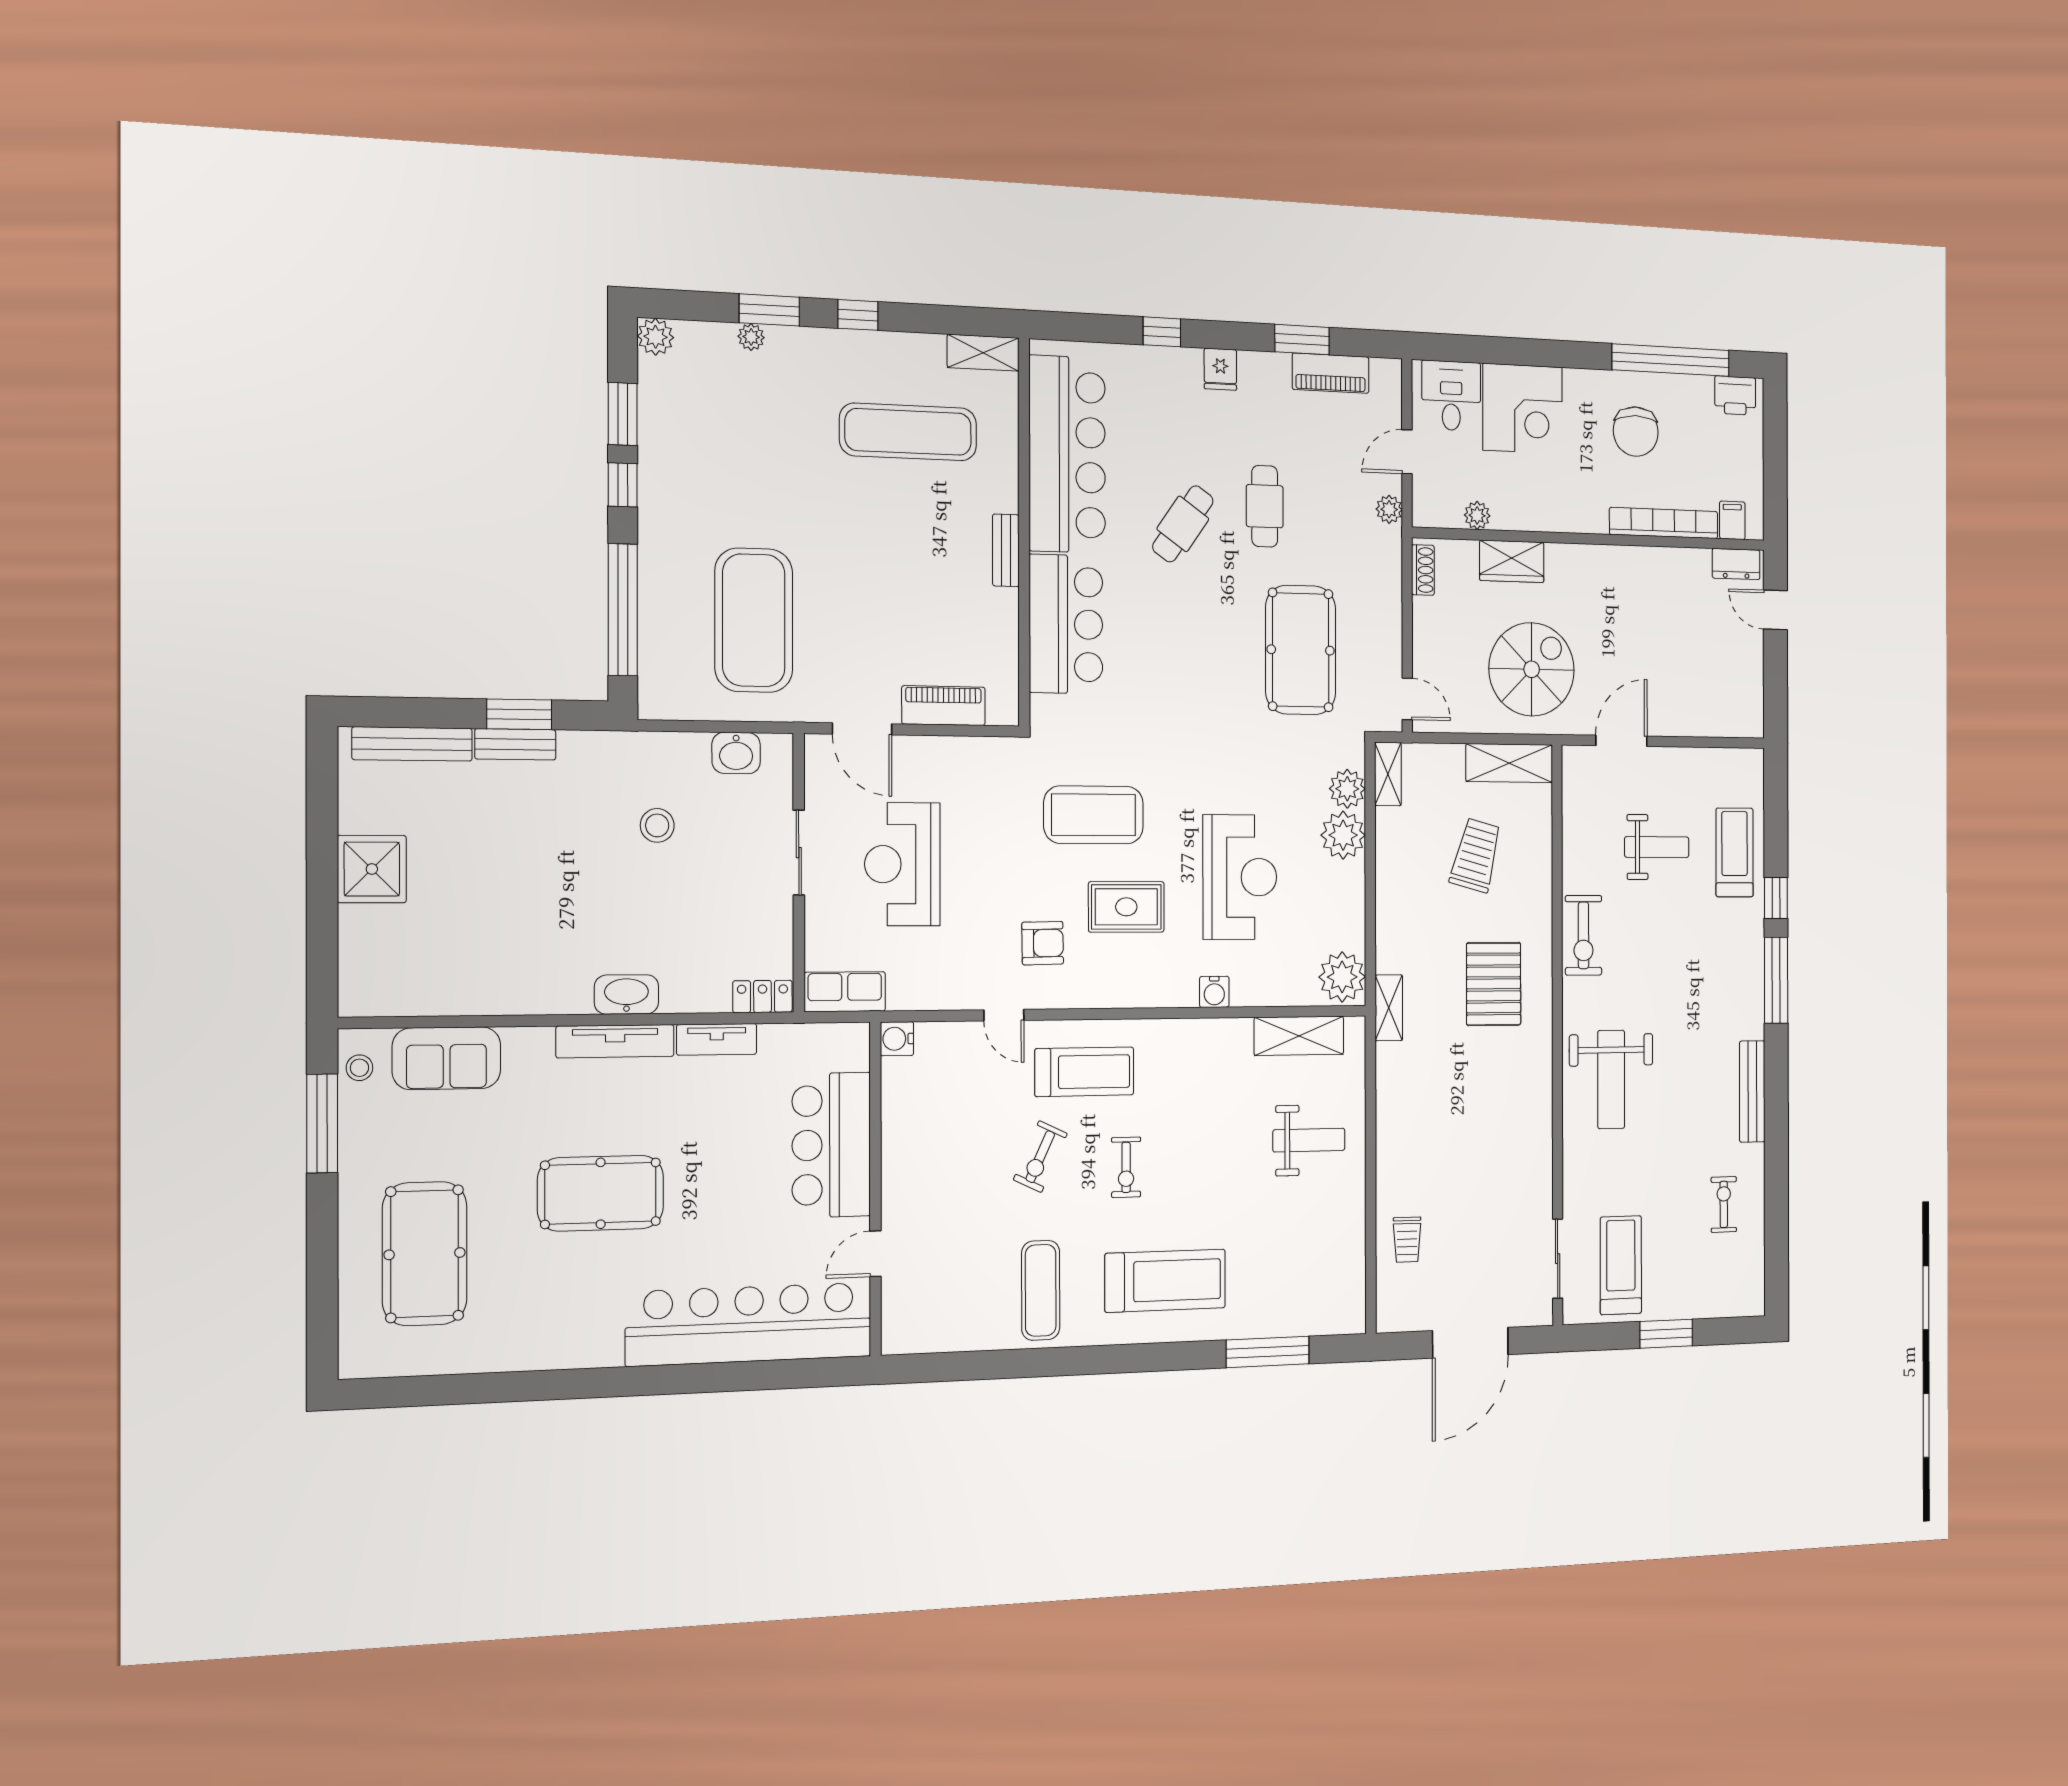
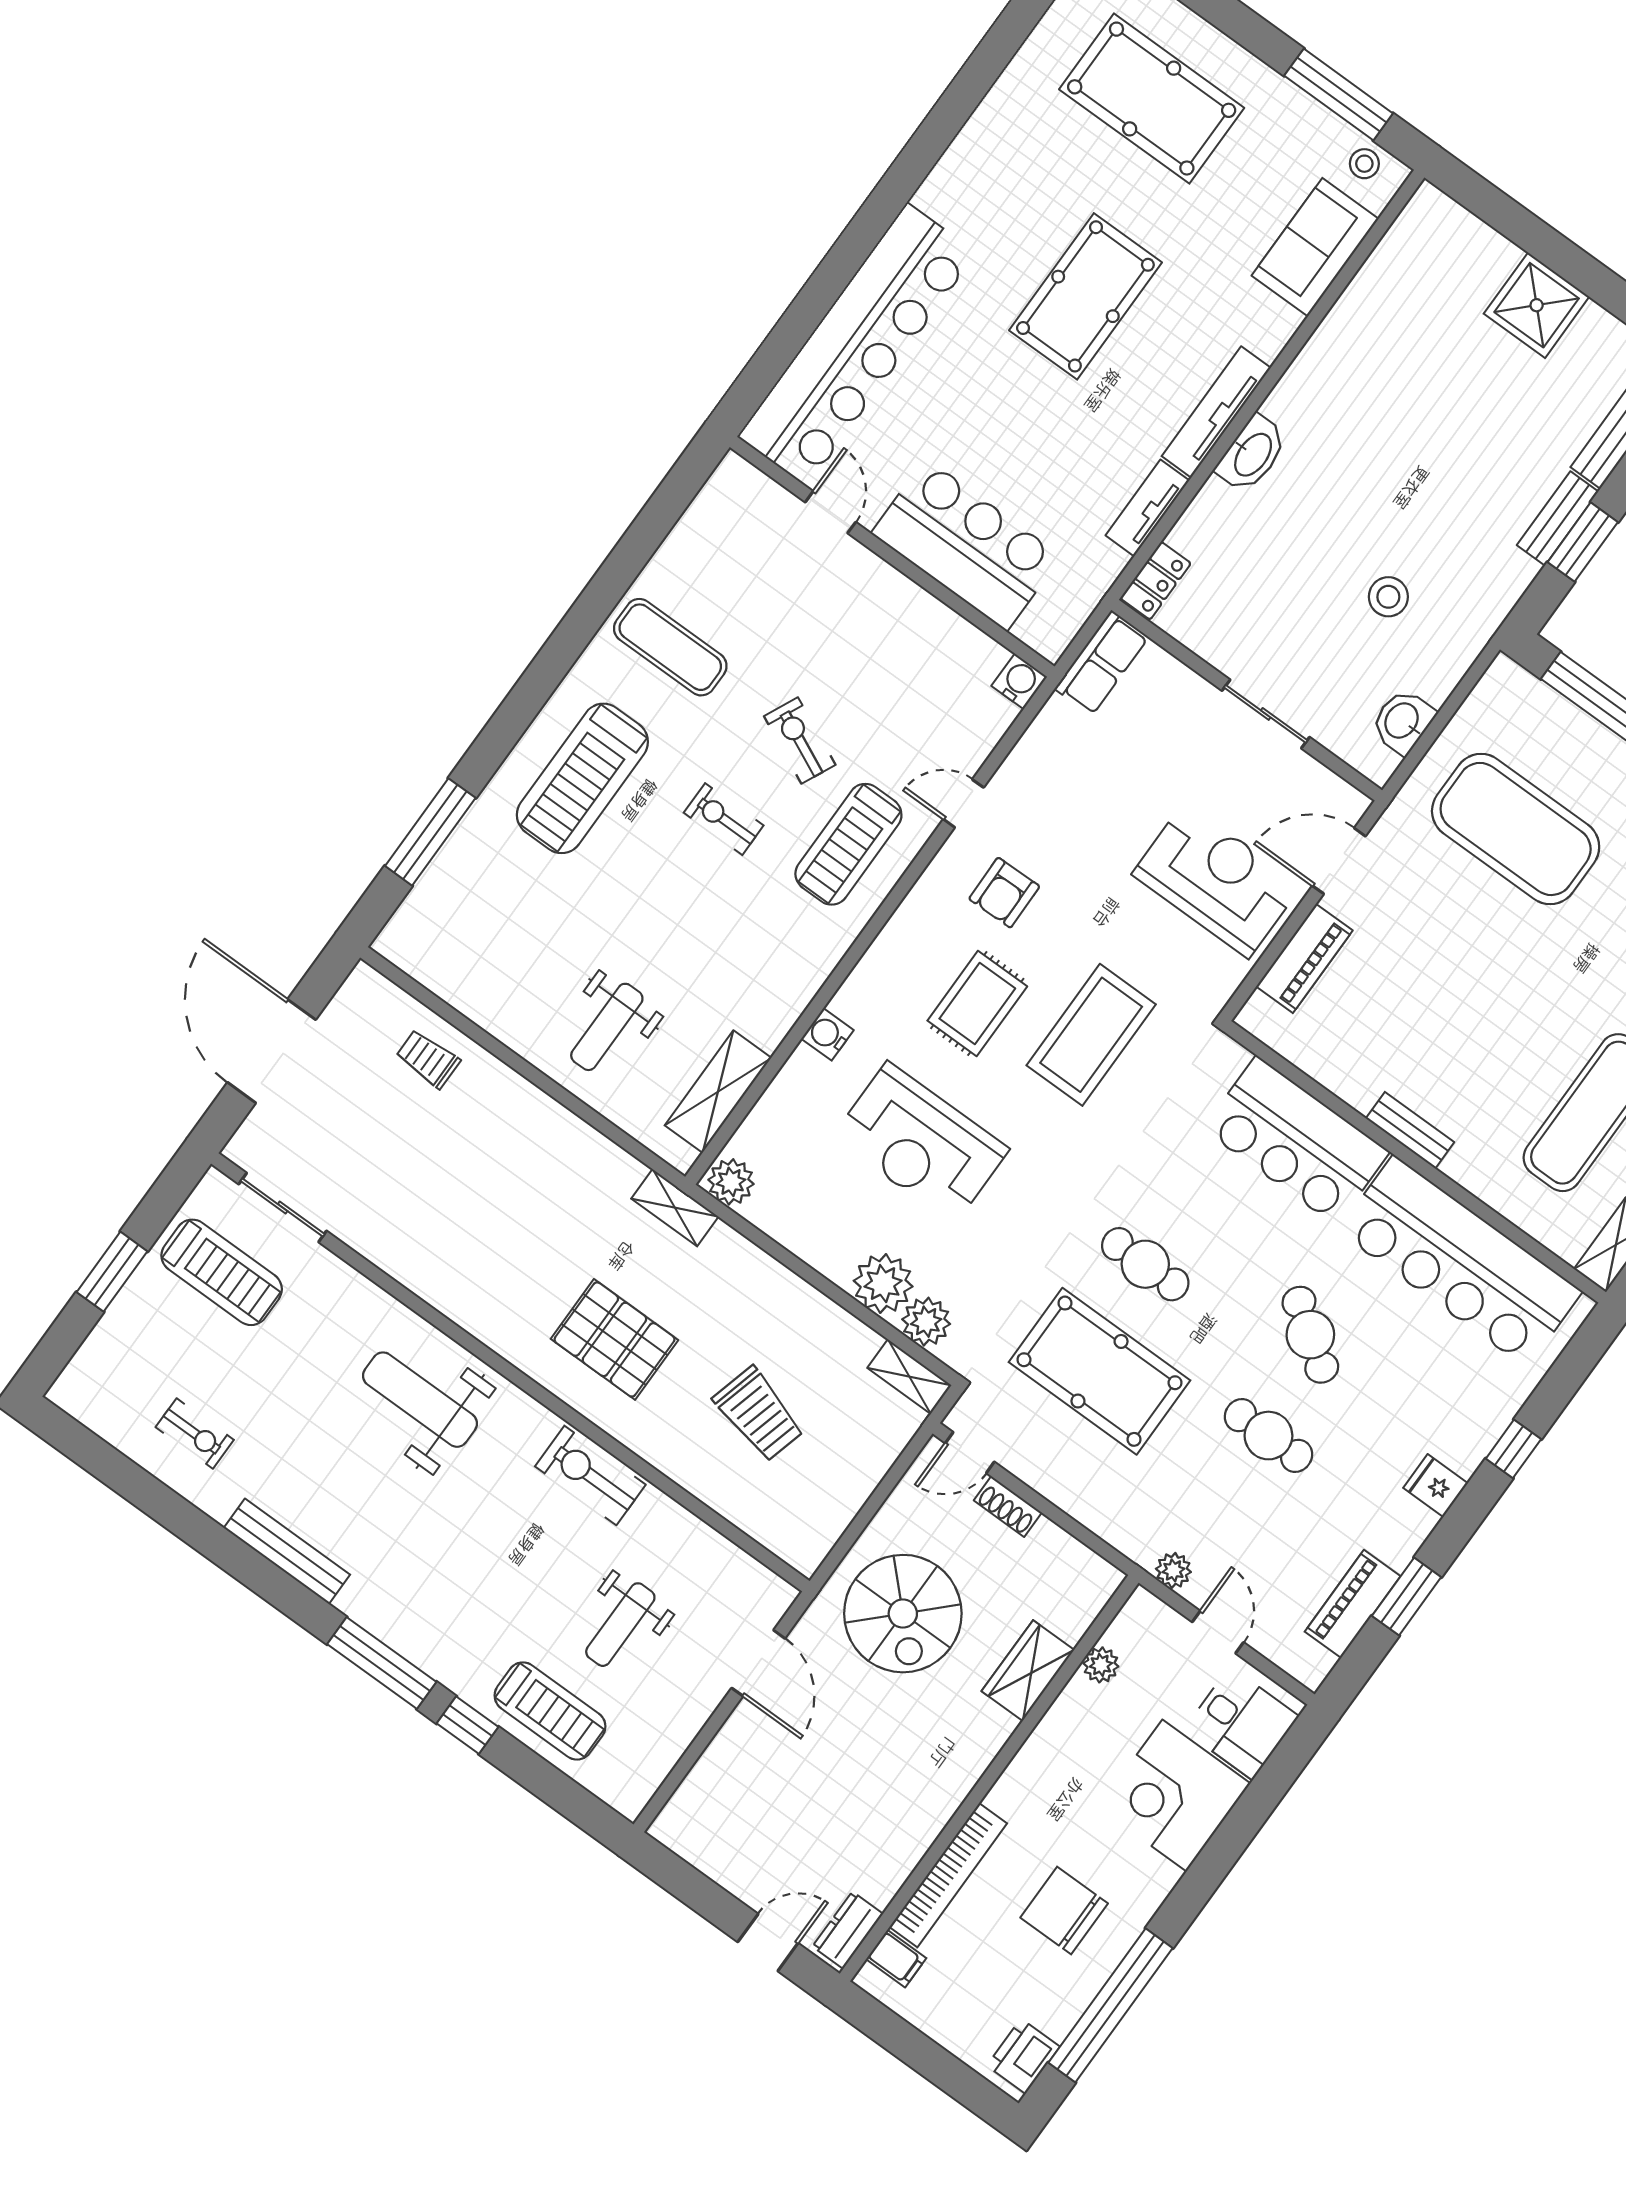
shoe rack: (1423, 570) -> (1008, 1507), moved
cafe table: (1214, 669) -> (1145, 1264), added
shelving: (1509, 763) -> (825, 1519), removed
reception desk: (902, 864) -> (1217, 880), moved
plant: (1342, 977) -> (731, 1182), width x0.73, depth x0.73

